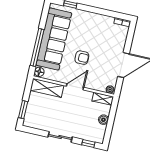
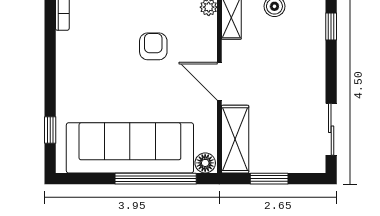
armchair: (82, 58) -> (153, 46), moved
window: (23, 110) -> (269, 179), moved
sliding door: (60, 137) -> (331, 129), moved

